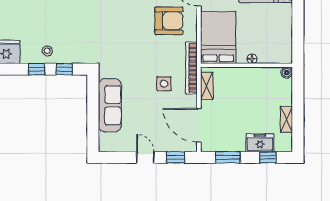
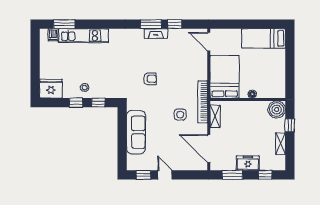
armchair: (169, 21) -> (150, 79), moved, width x0.53, depth x0.53
boiler: (287, 73) -> (277, 110), width x1.86, depth x1.86
window: (298, 97) -> (290, 125), added
freezer: (260, 143) -> (248, 163), moved
window: (176, 157) -> (144, 175), moved

